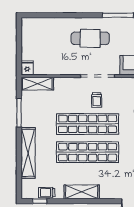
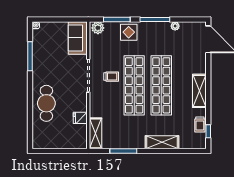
cafe table: (90, 38) -> (46, 103), moved
fridge: (27, 68) -> (80, 118), moved
shelving: (28, 153) -> (162, 142), width x0.68

